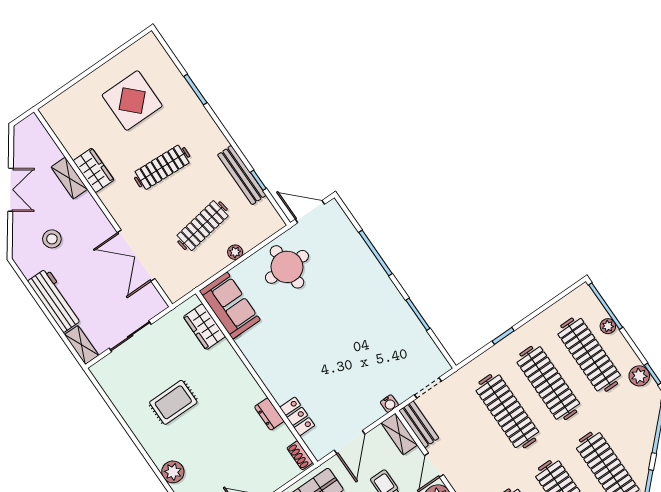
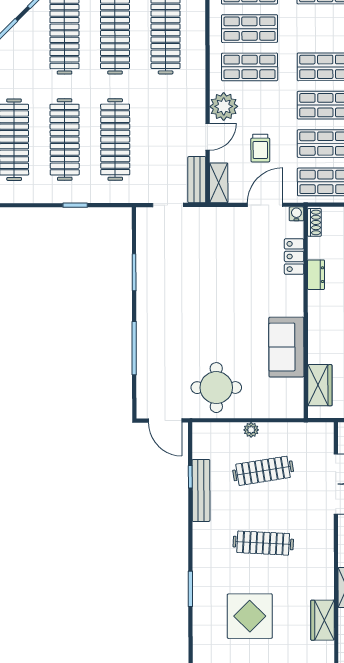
wardrobe: (93, 170) -> (323, 620), moved
sofa: (230, 306) -> (286, 347), moved
water cooler: (389, 404) -> (296, 214), moved

